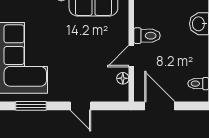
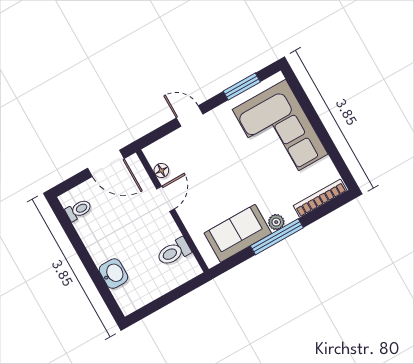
toilet: (147, 36) -> (174, 252), moved

